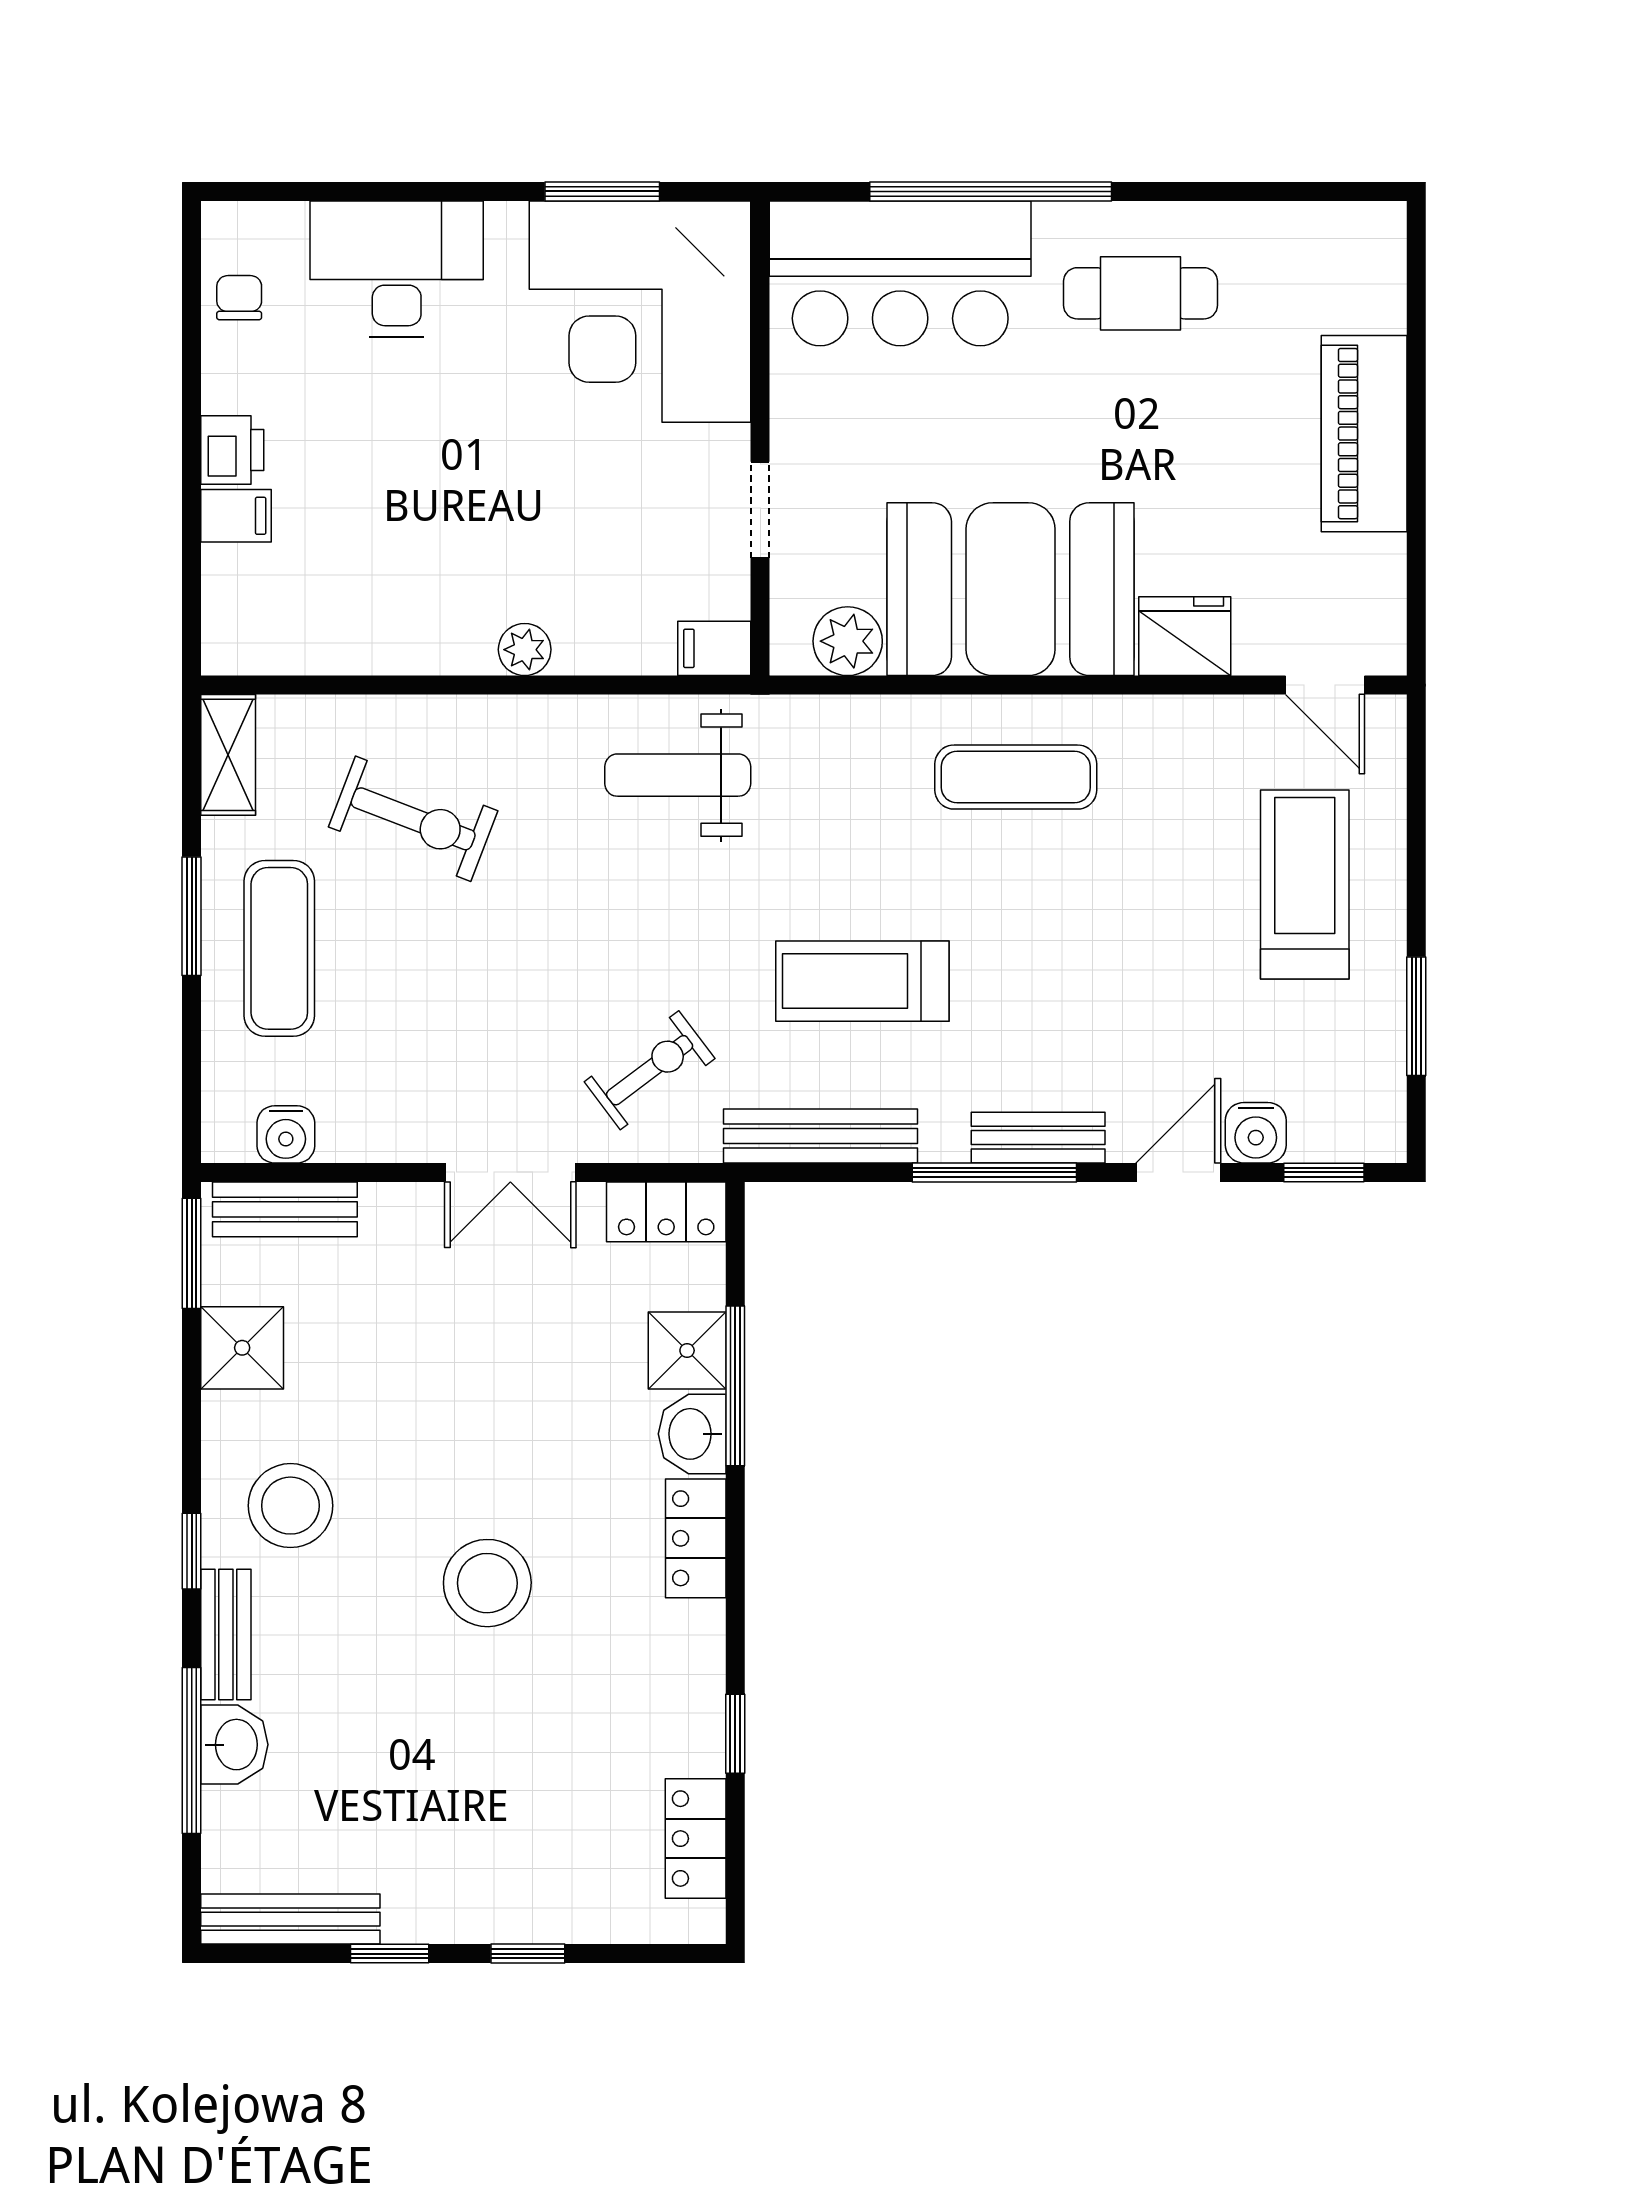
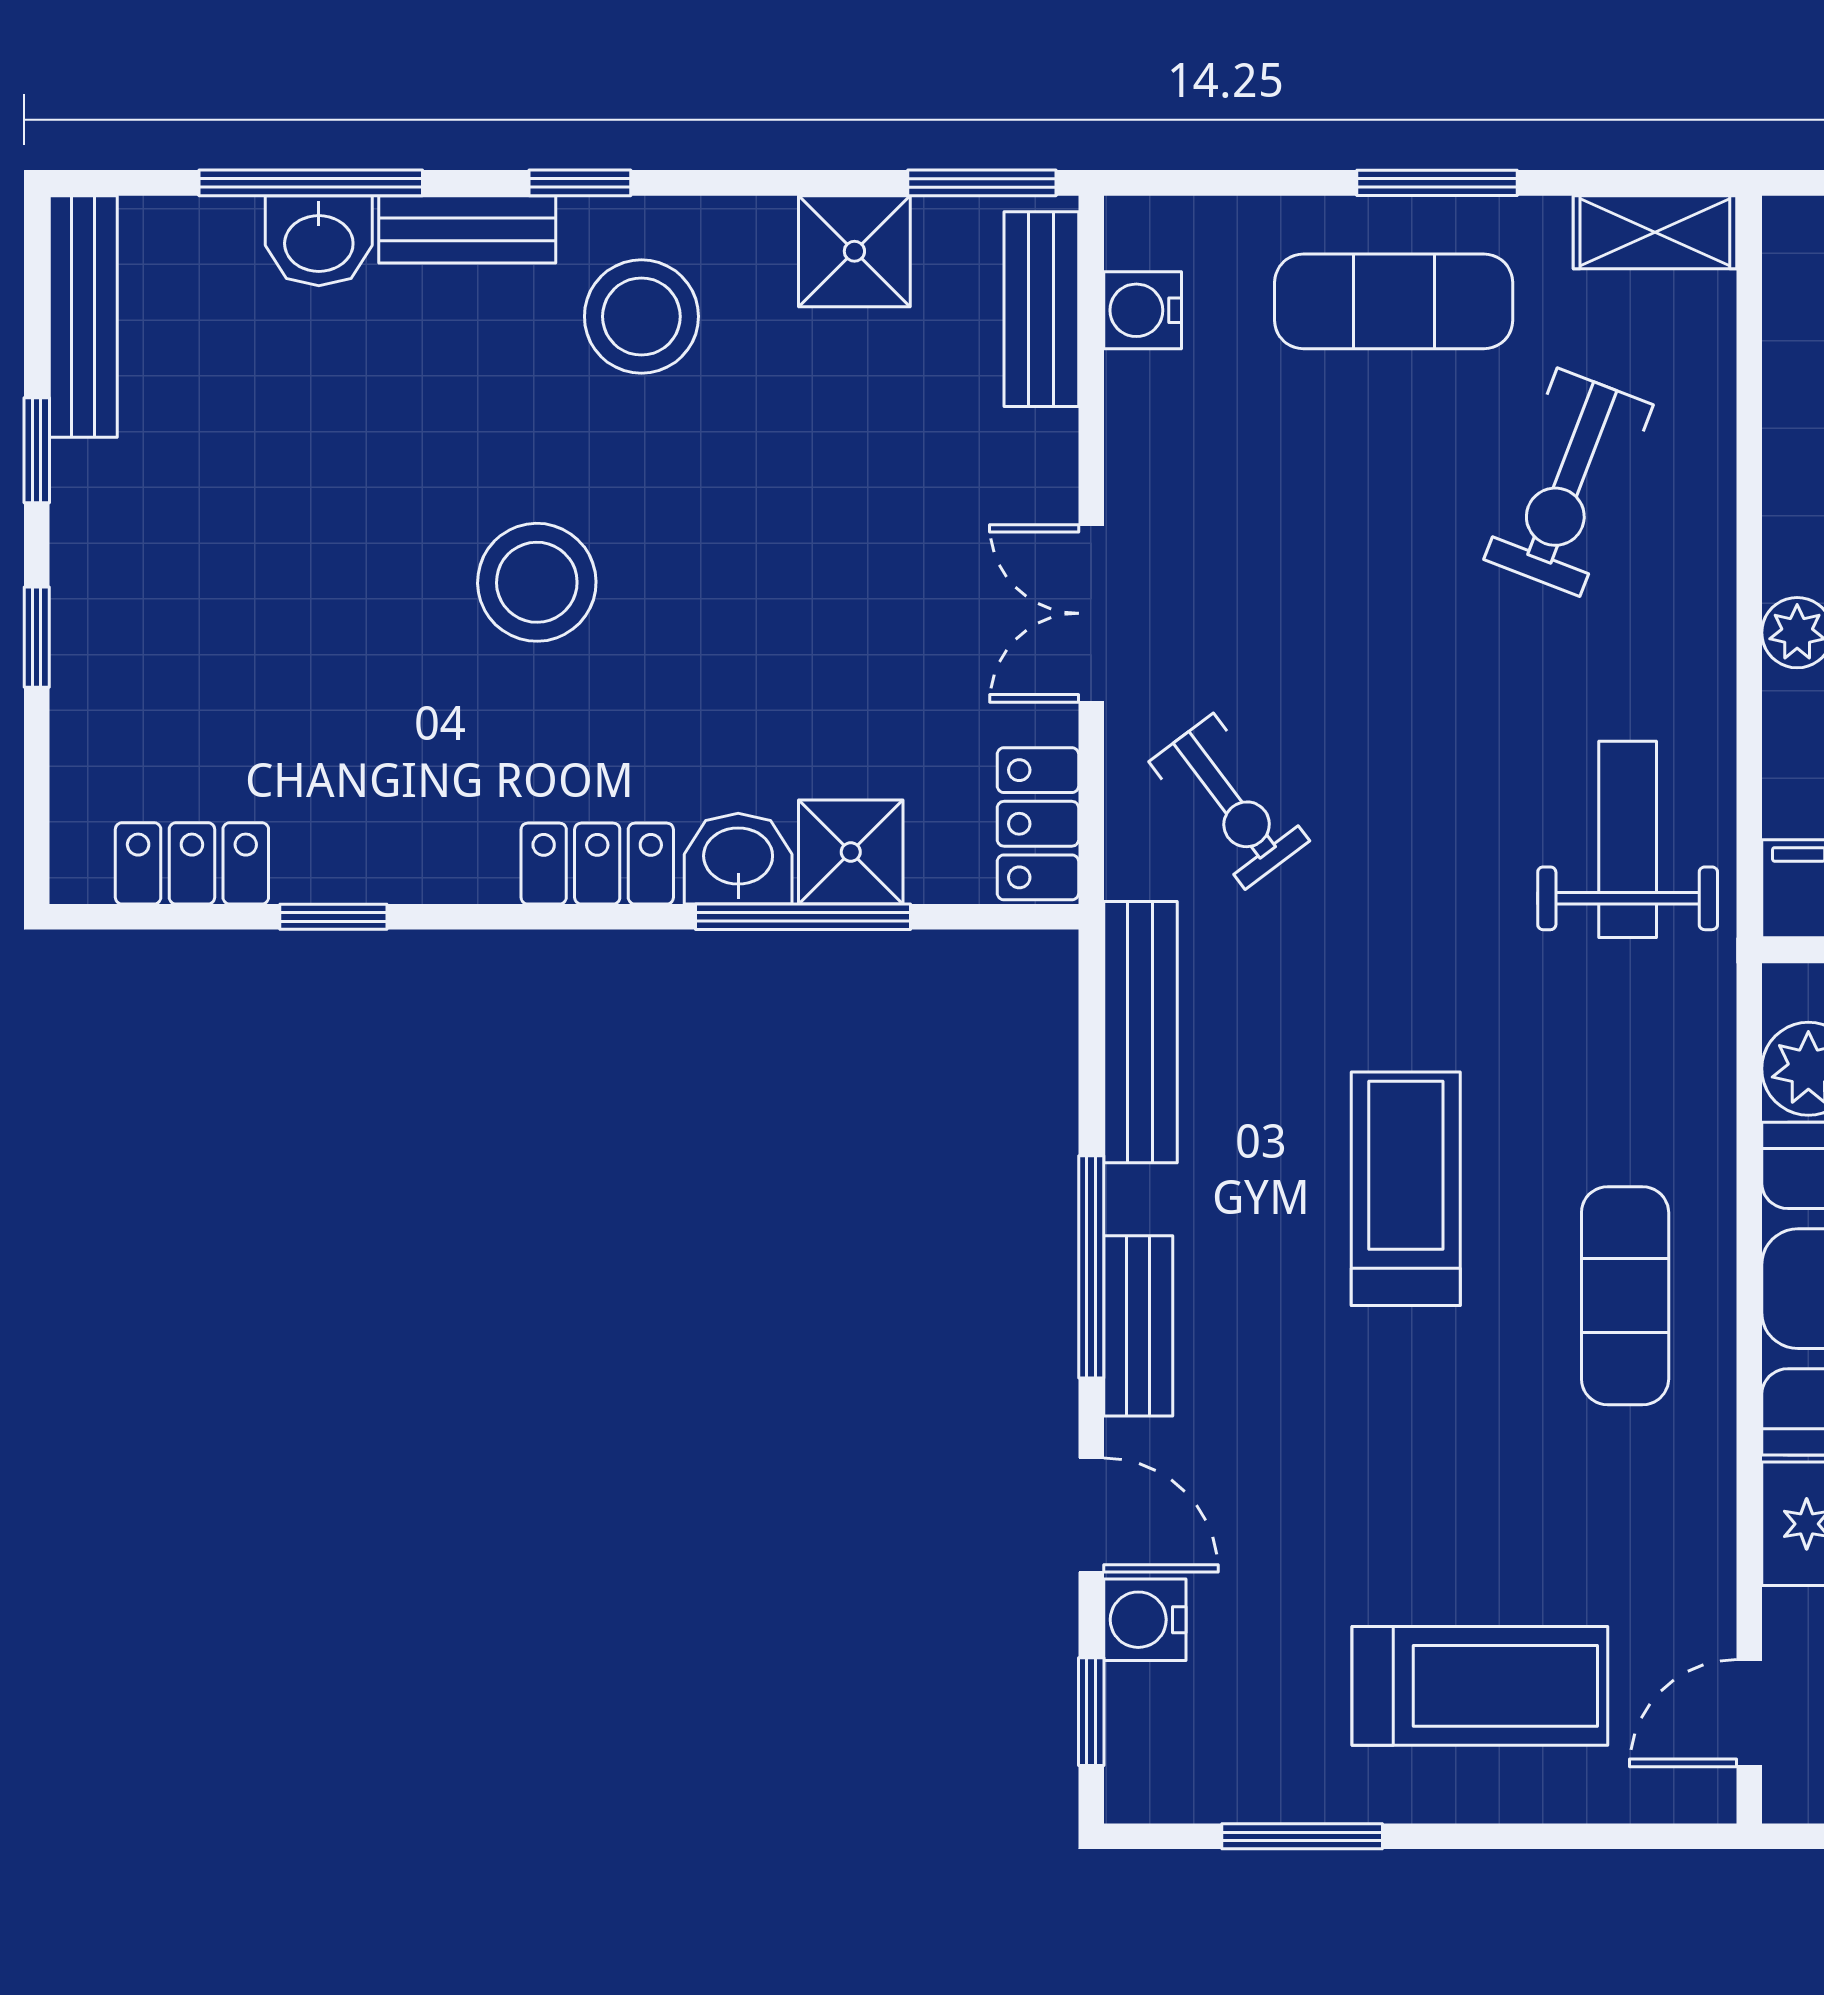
treadmill: (862, 981) -> (1406, 1189), moved

